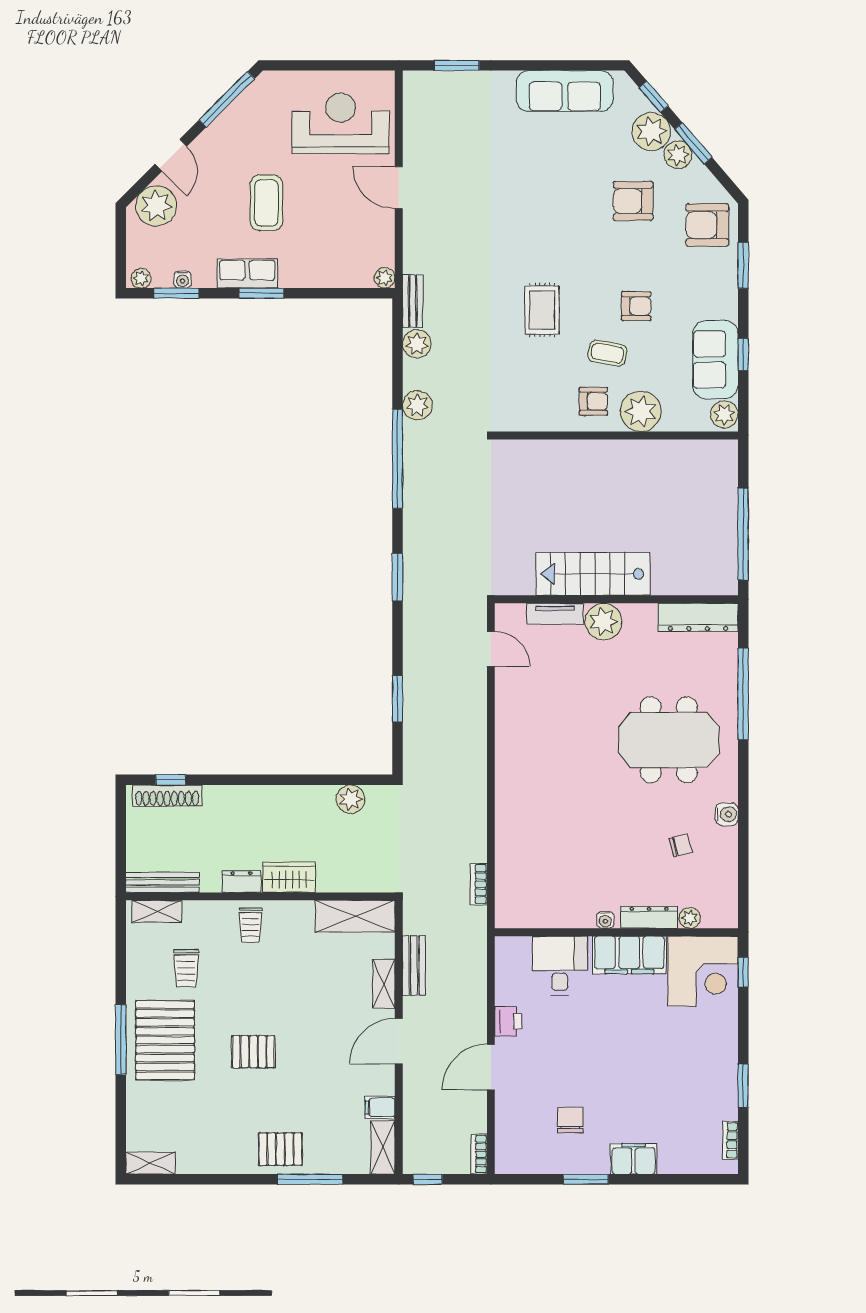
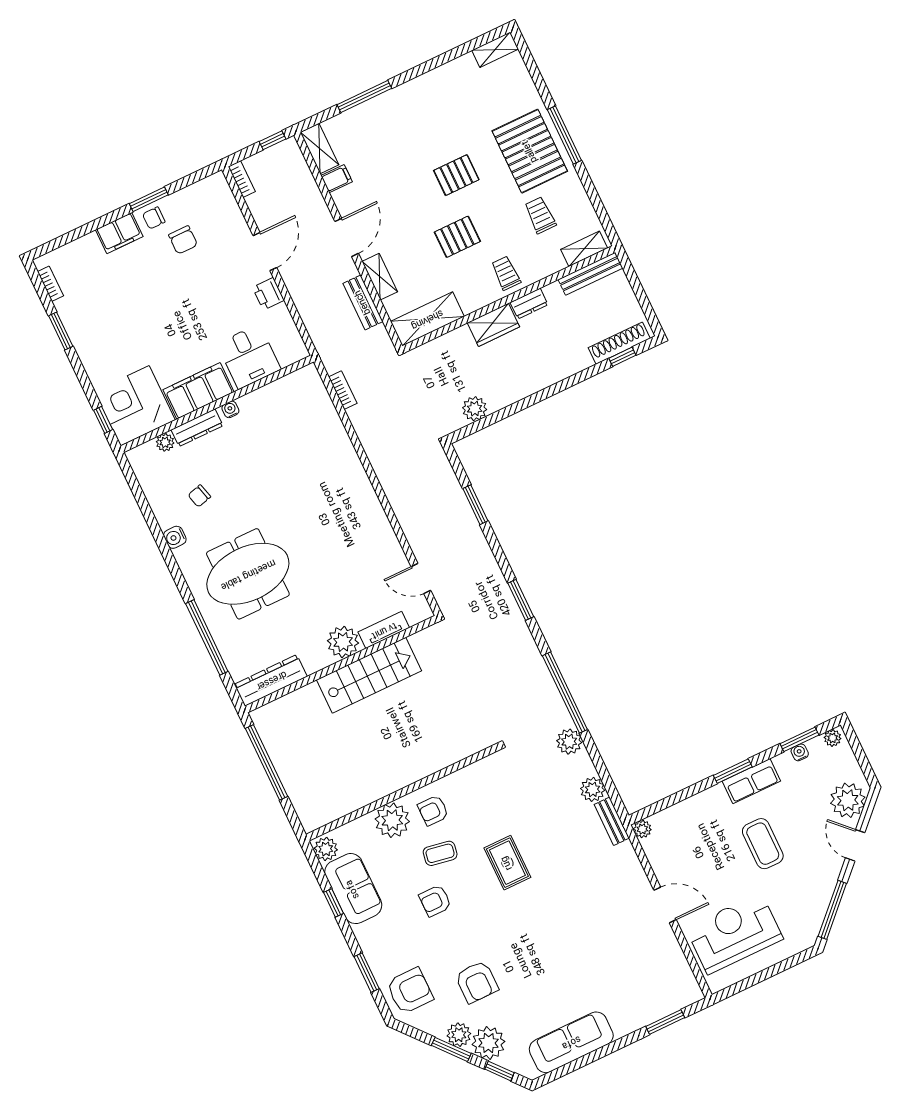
reception desk: (341, 123) -> (734, 933), turned 180
armchair: (633, 201) -> (477, 982), turned 90
pallet: (280, 1149) -> (457, 237), moved
chair: (590, 1157) -> (154, 218), added

